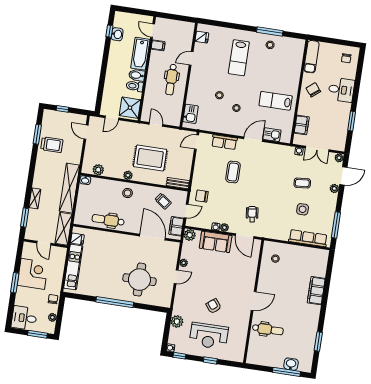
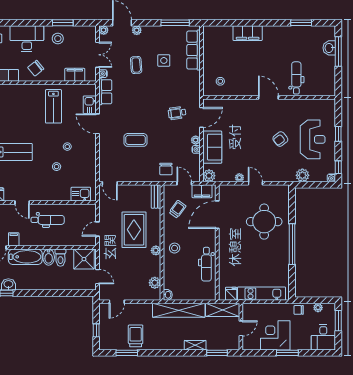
desk: (341, 90) -> (27, 39), width x1.37
stool: (338, 114) -> (58, 39), added
row of seats: (224, 142) -> (105, 92), moved

